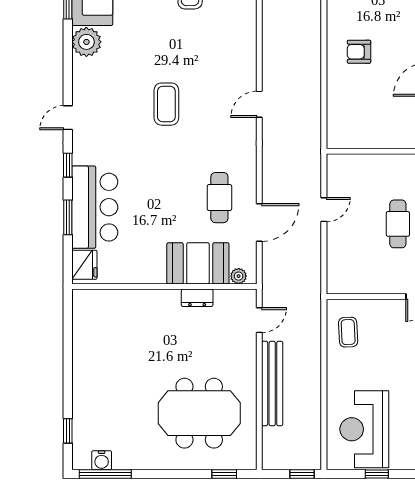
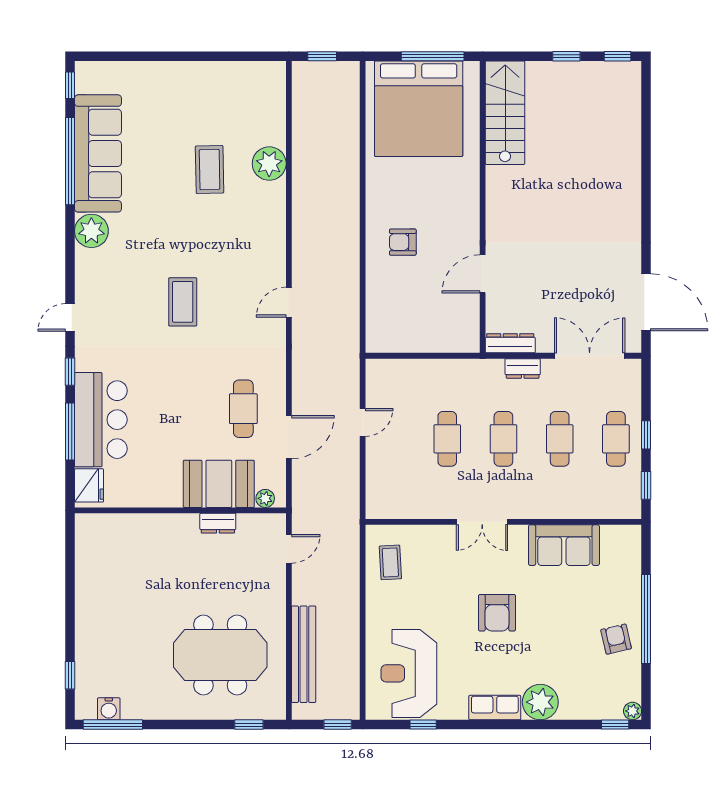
window: (68, 217) -> (70, 431), width x1.44
bench: (272, 383) -> (304, 654), moved

